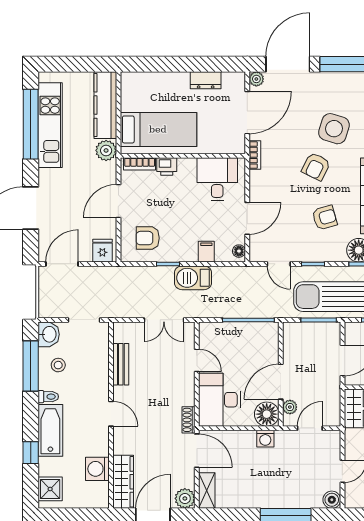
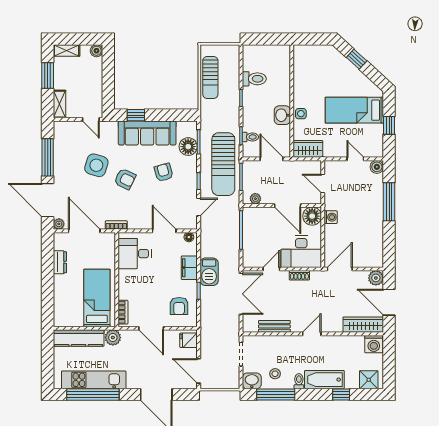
printer: (167, 166) -> (125, 292), removed
filing cabinet: (206, 252) -> (189, 268), width x2.00
double door: (164, 320) -> (241, 294), width x1.37
plant: (290, 407) -> (255, 199), moved
shoe rack: (188, 420) -> (299, 275), moved
washing machine: (97, 469) -> (374, 344), moved
shelving: (207, 491) -> (370, 261), removed

